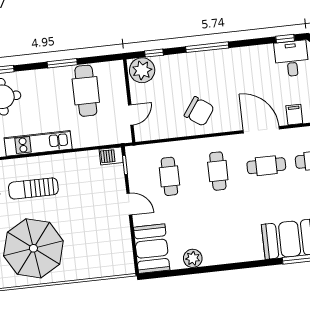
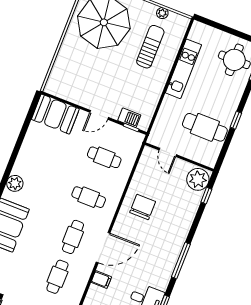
window: (207, 47) -> (181, 260), moved
window: (62, 63) -> (236, 120), width x0.67
chair: (199, 111) -> (143, 207), turned 145
barbecue: (111, 156) -> (129, 118), moved, turned 90
plant: (193, 258) -> (15, 183), moved

